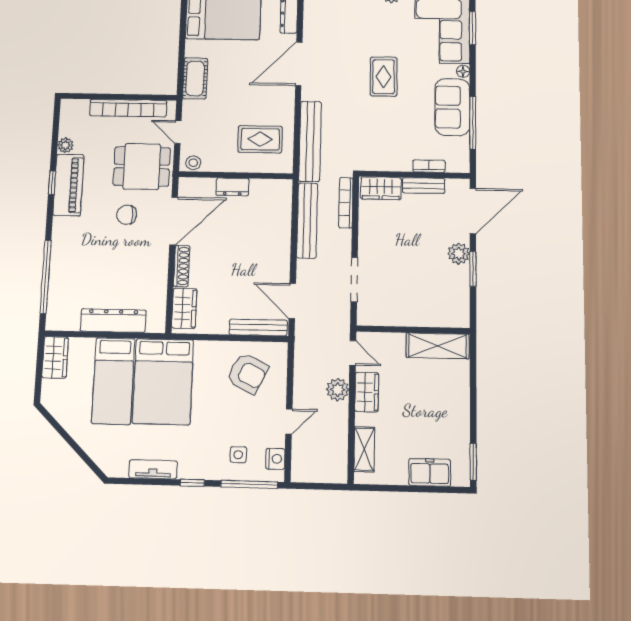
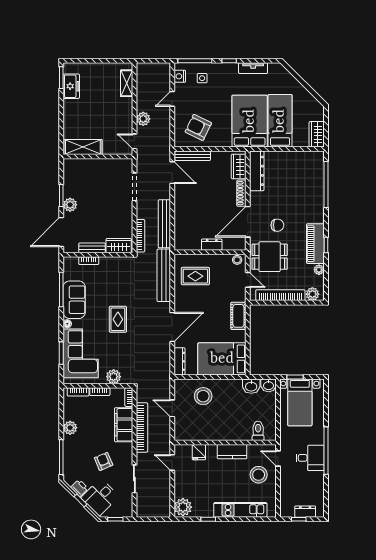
plant: (78, 109) -> (312, 294), added
dresser: (113, 321) -> (257, 171), moved, turned -90
wardrobe: (367, 392) -> (126, 118), removed
freezer: (430, 472) -> (71, 86), moved, turned -90

